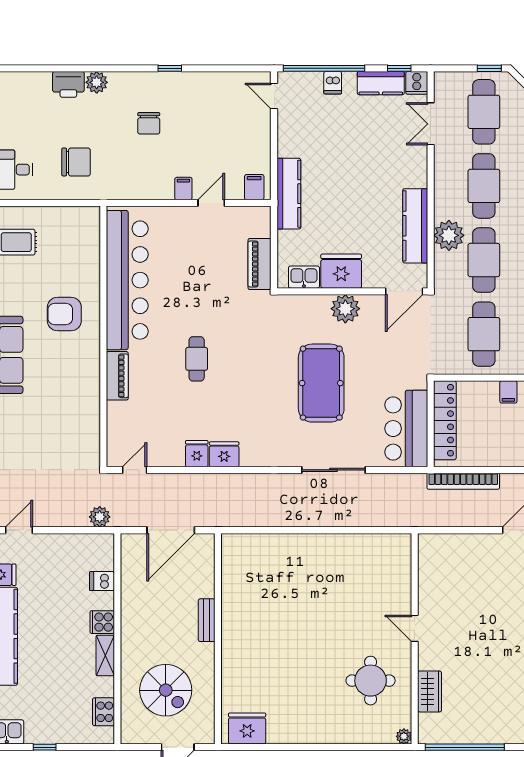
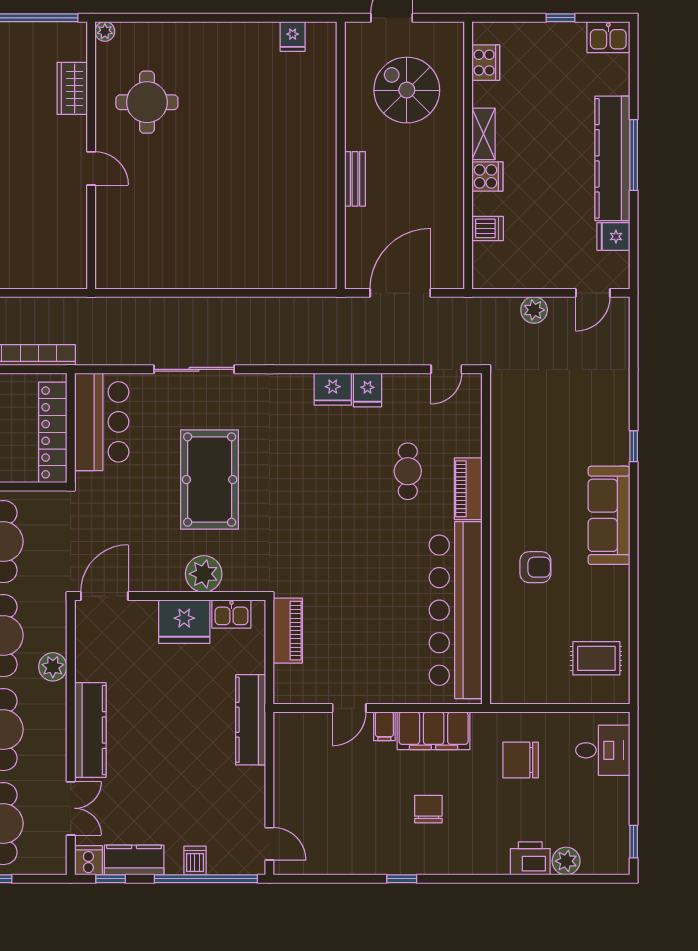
plant: (97, 82) -> (566, 861), moved
filing cabinet: (254, 187) -> (434, 731), moved, width x3.00, depth x1.17
kitchen counter: (415, 226) -> (90, 730), moved
plant: (449, 235) -> (53, 667), width x0.73, depth x0.73
plant: (345, 309) -> (204, 574), moved
armchair: (64, 314) -> (535, 567), width x0.72, depth x0.72
cafe table: (197, 359) -> (408, 471), moved
plant: (100, 517) -> (534, 310), moved
fridge: (247, 728) -> (293, 36), width x0.53, depth x0.75

